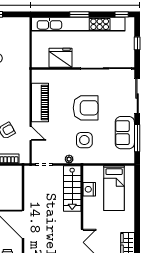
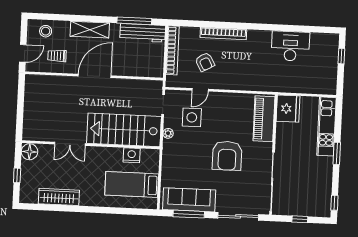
kitchen unit: (78, 24) -> (327, 126), width x0.54
fridge: (61, 58) -> (288, 109), moved
piano: (40, 103) -> (264, 119), moved, turned 90
sofa: (125, 133) -> (189, 200), width x1.36
side table: (84, 140) -> (192, 117), moved
stairs: (72, 189) -> (124, 130), width x1.36, depth x1.51

